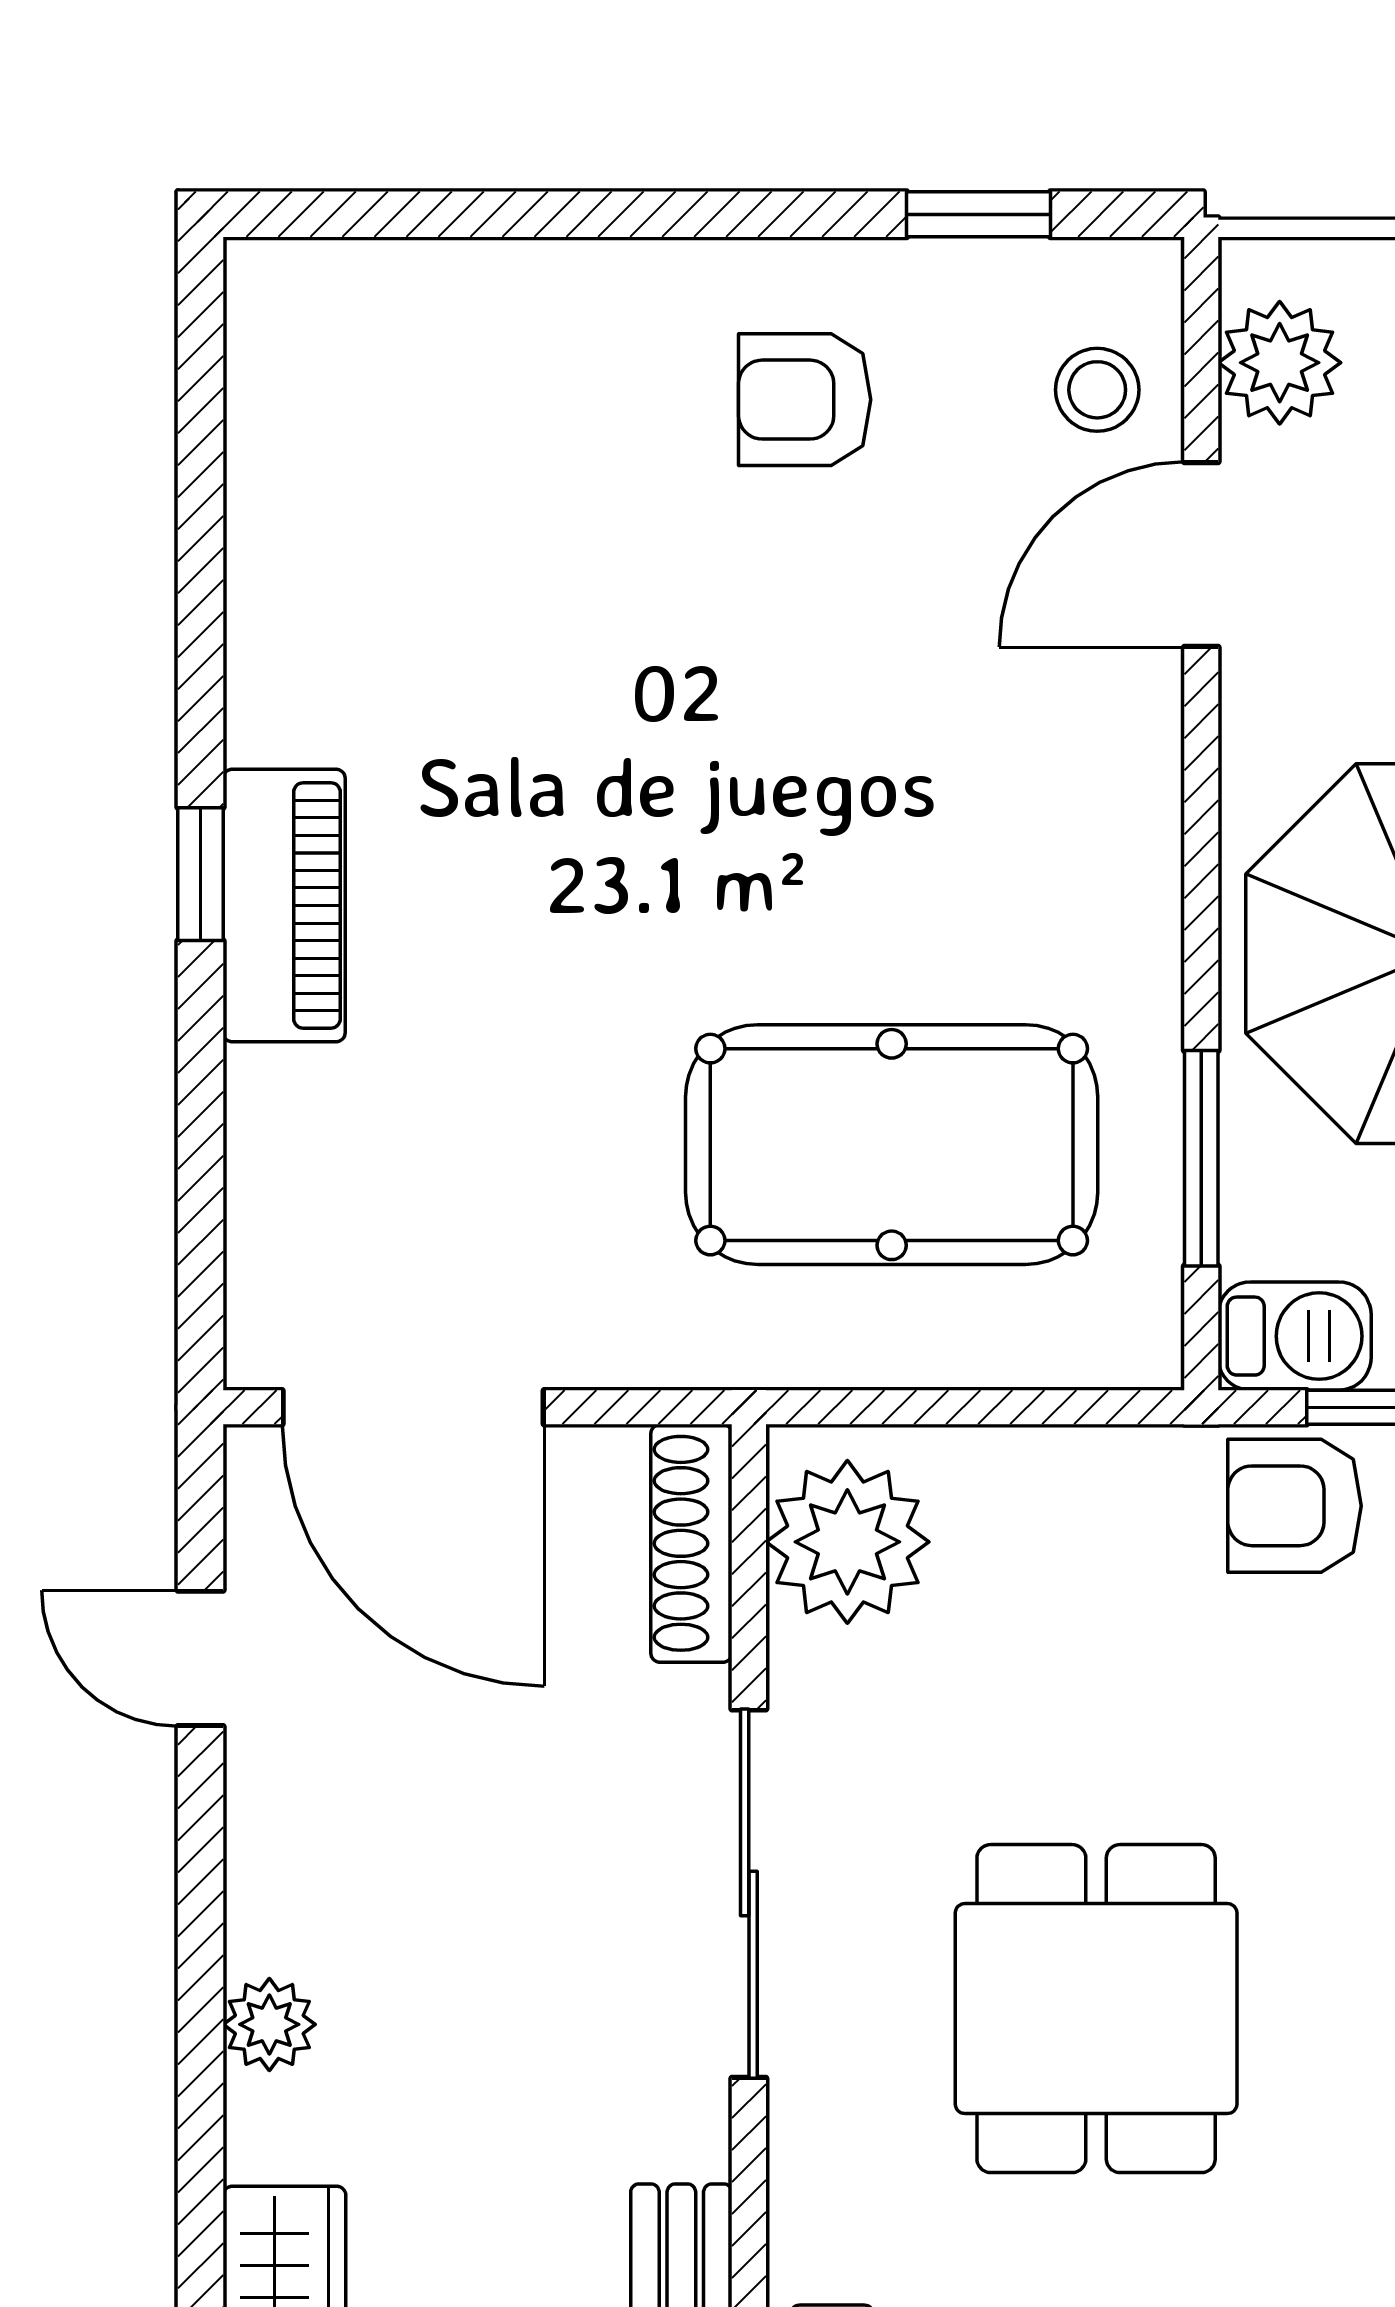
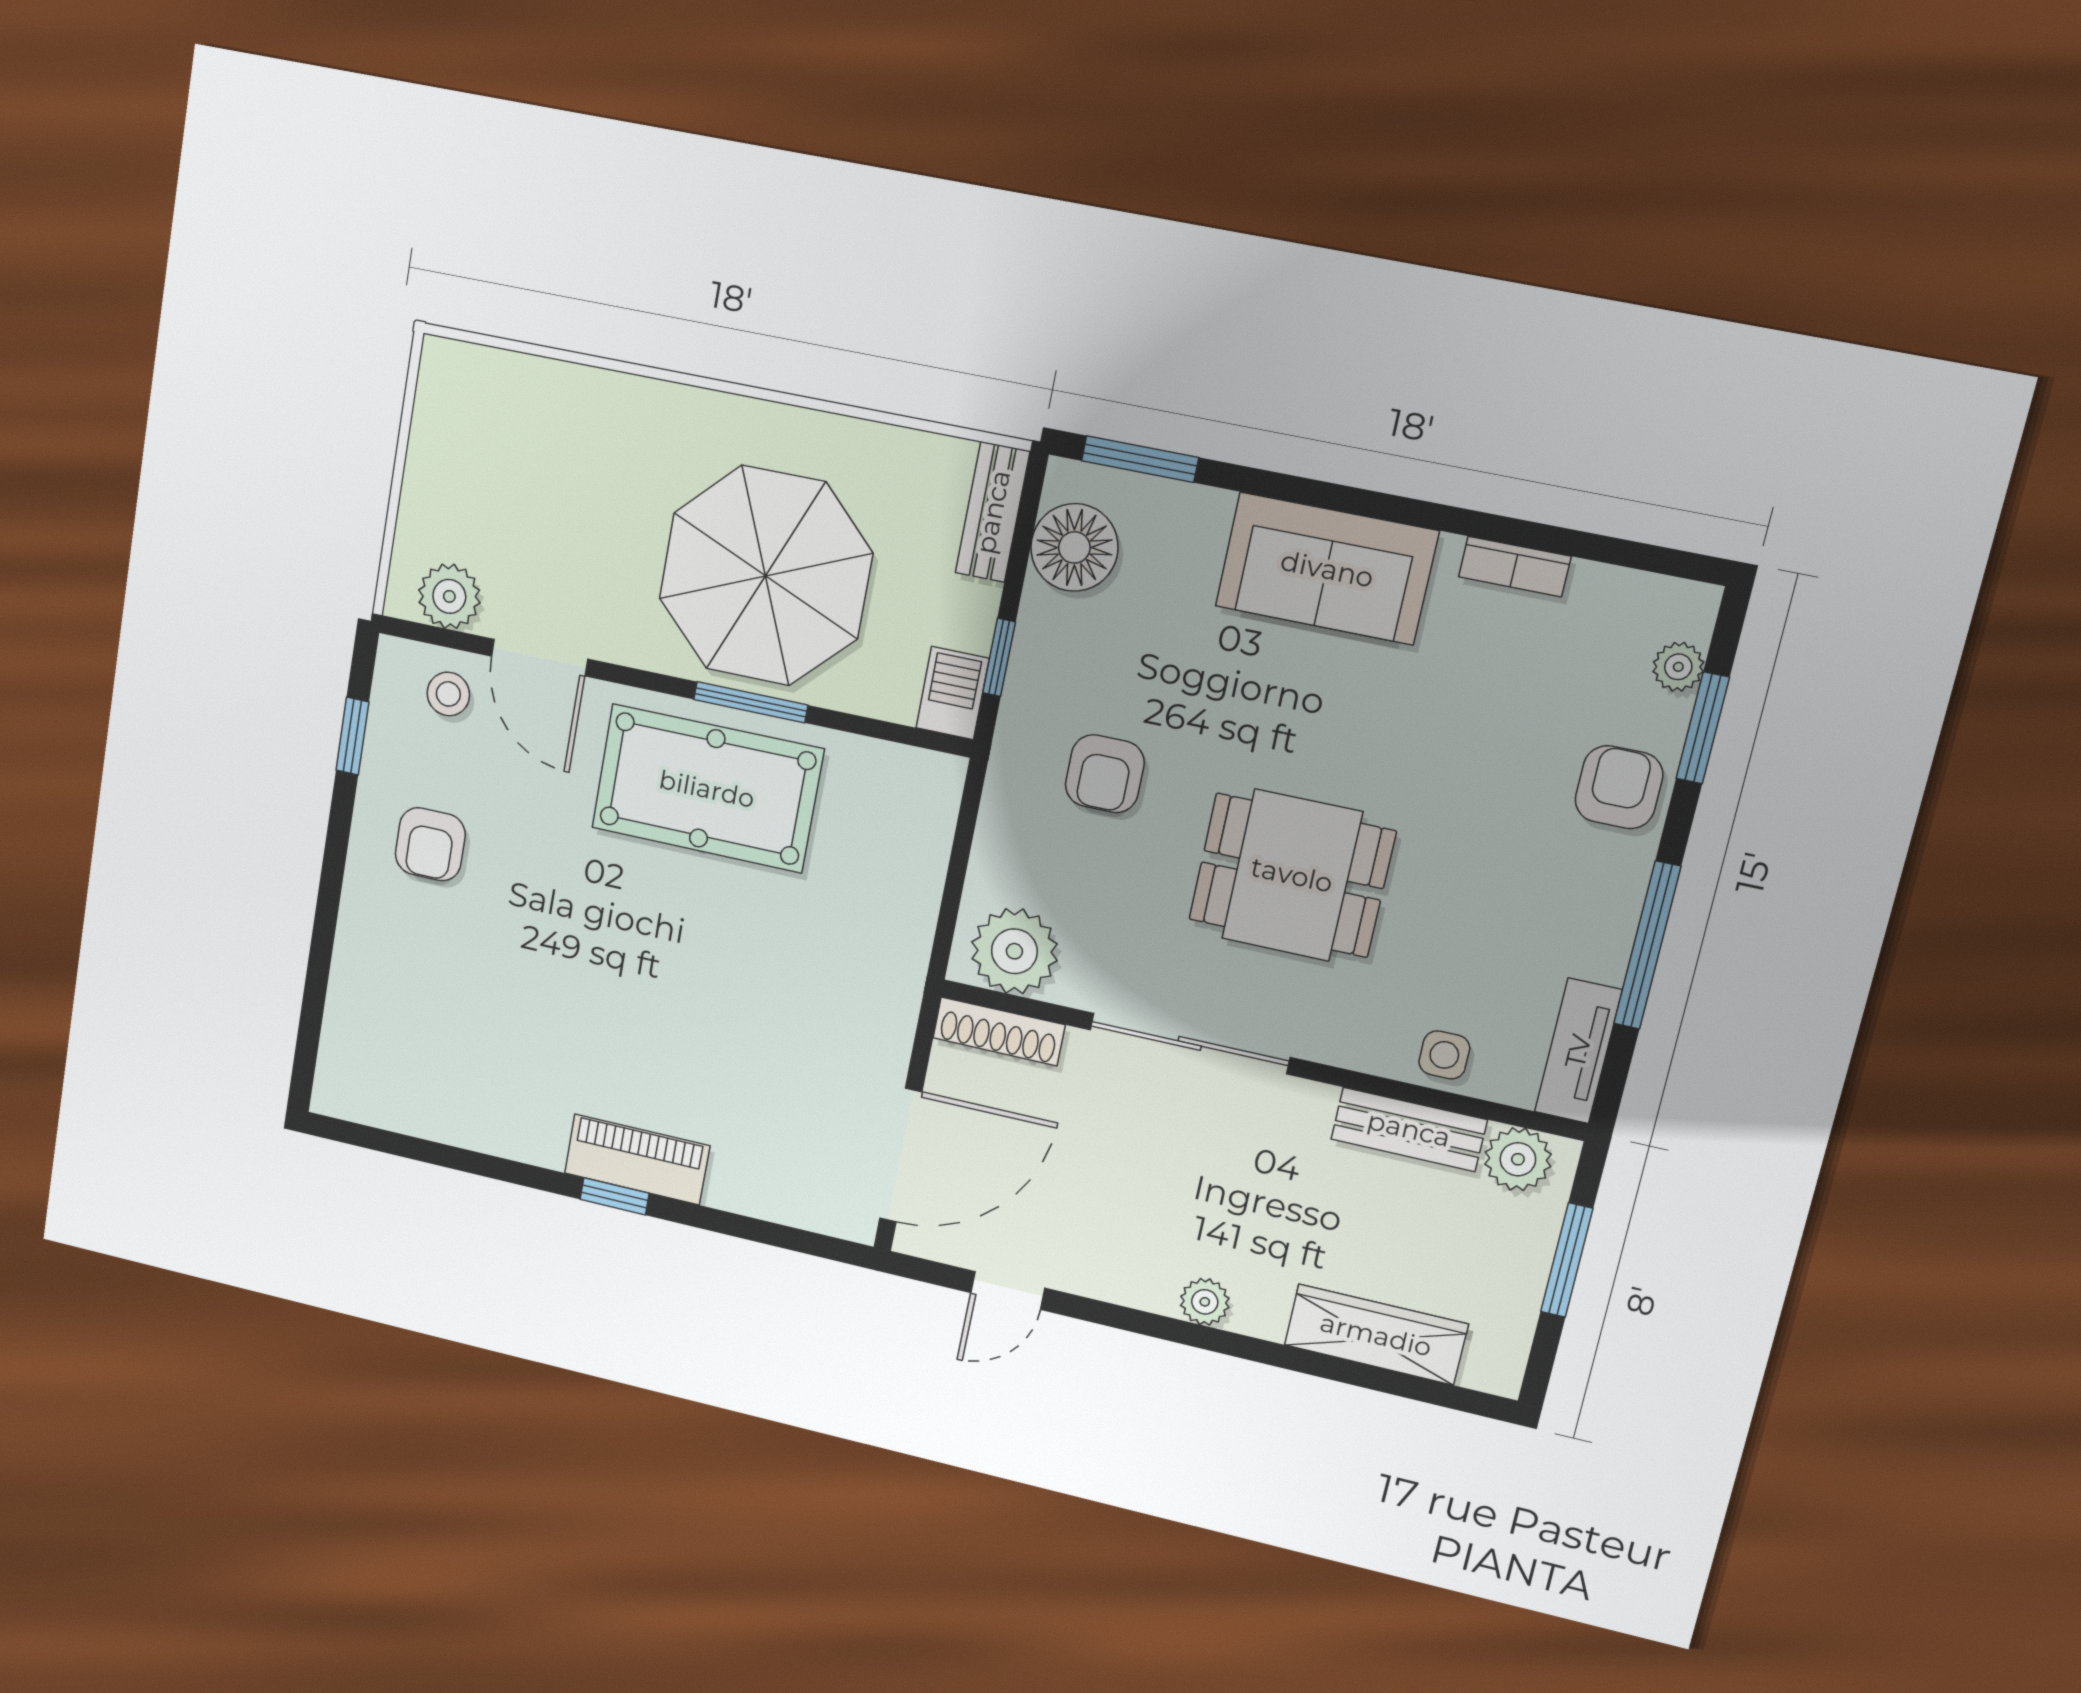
pool table: (892, 1145) -> (707, 789), moved, turned 90
window: (1201, 1158) -> (751, 702), moved
armchair: (1295, 1506) -> (1105, 774), moved

